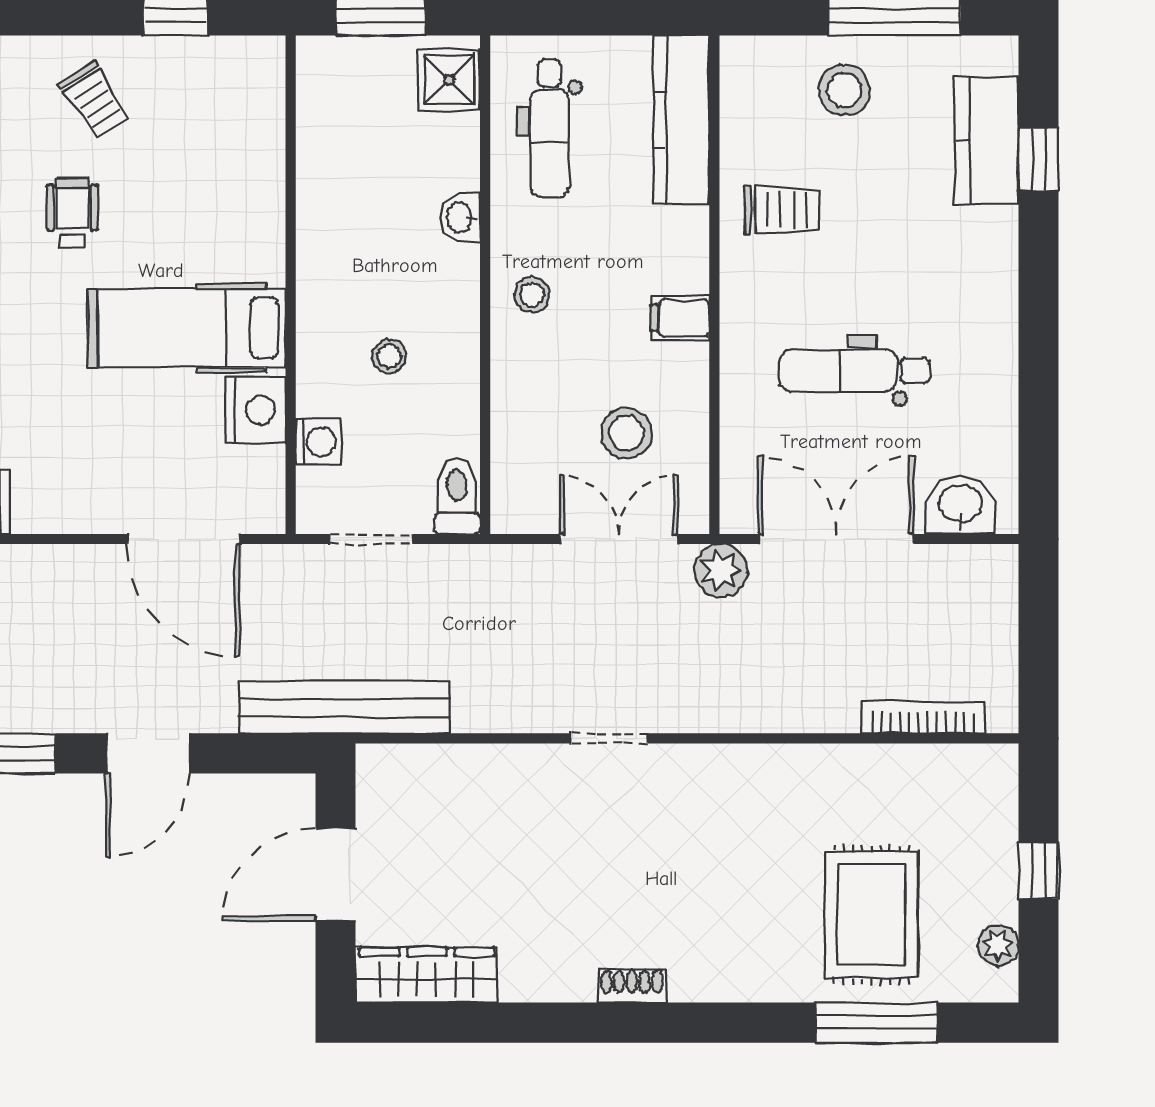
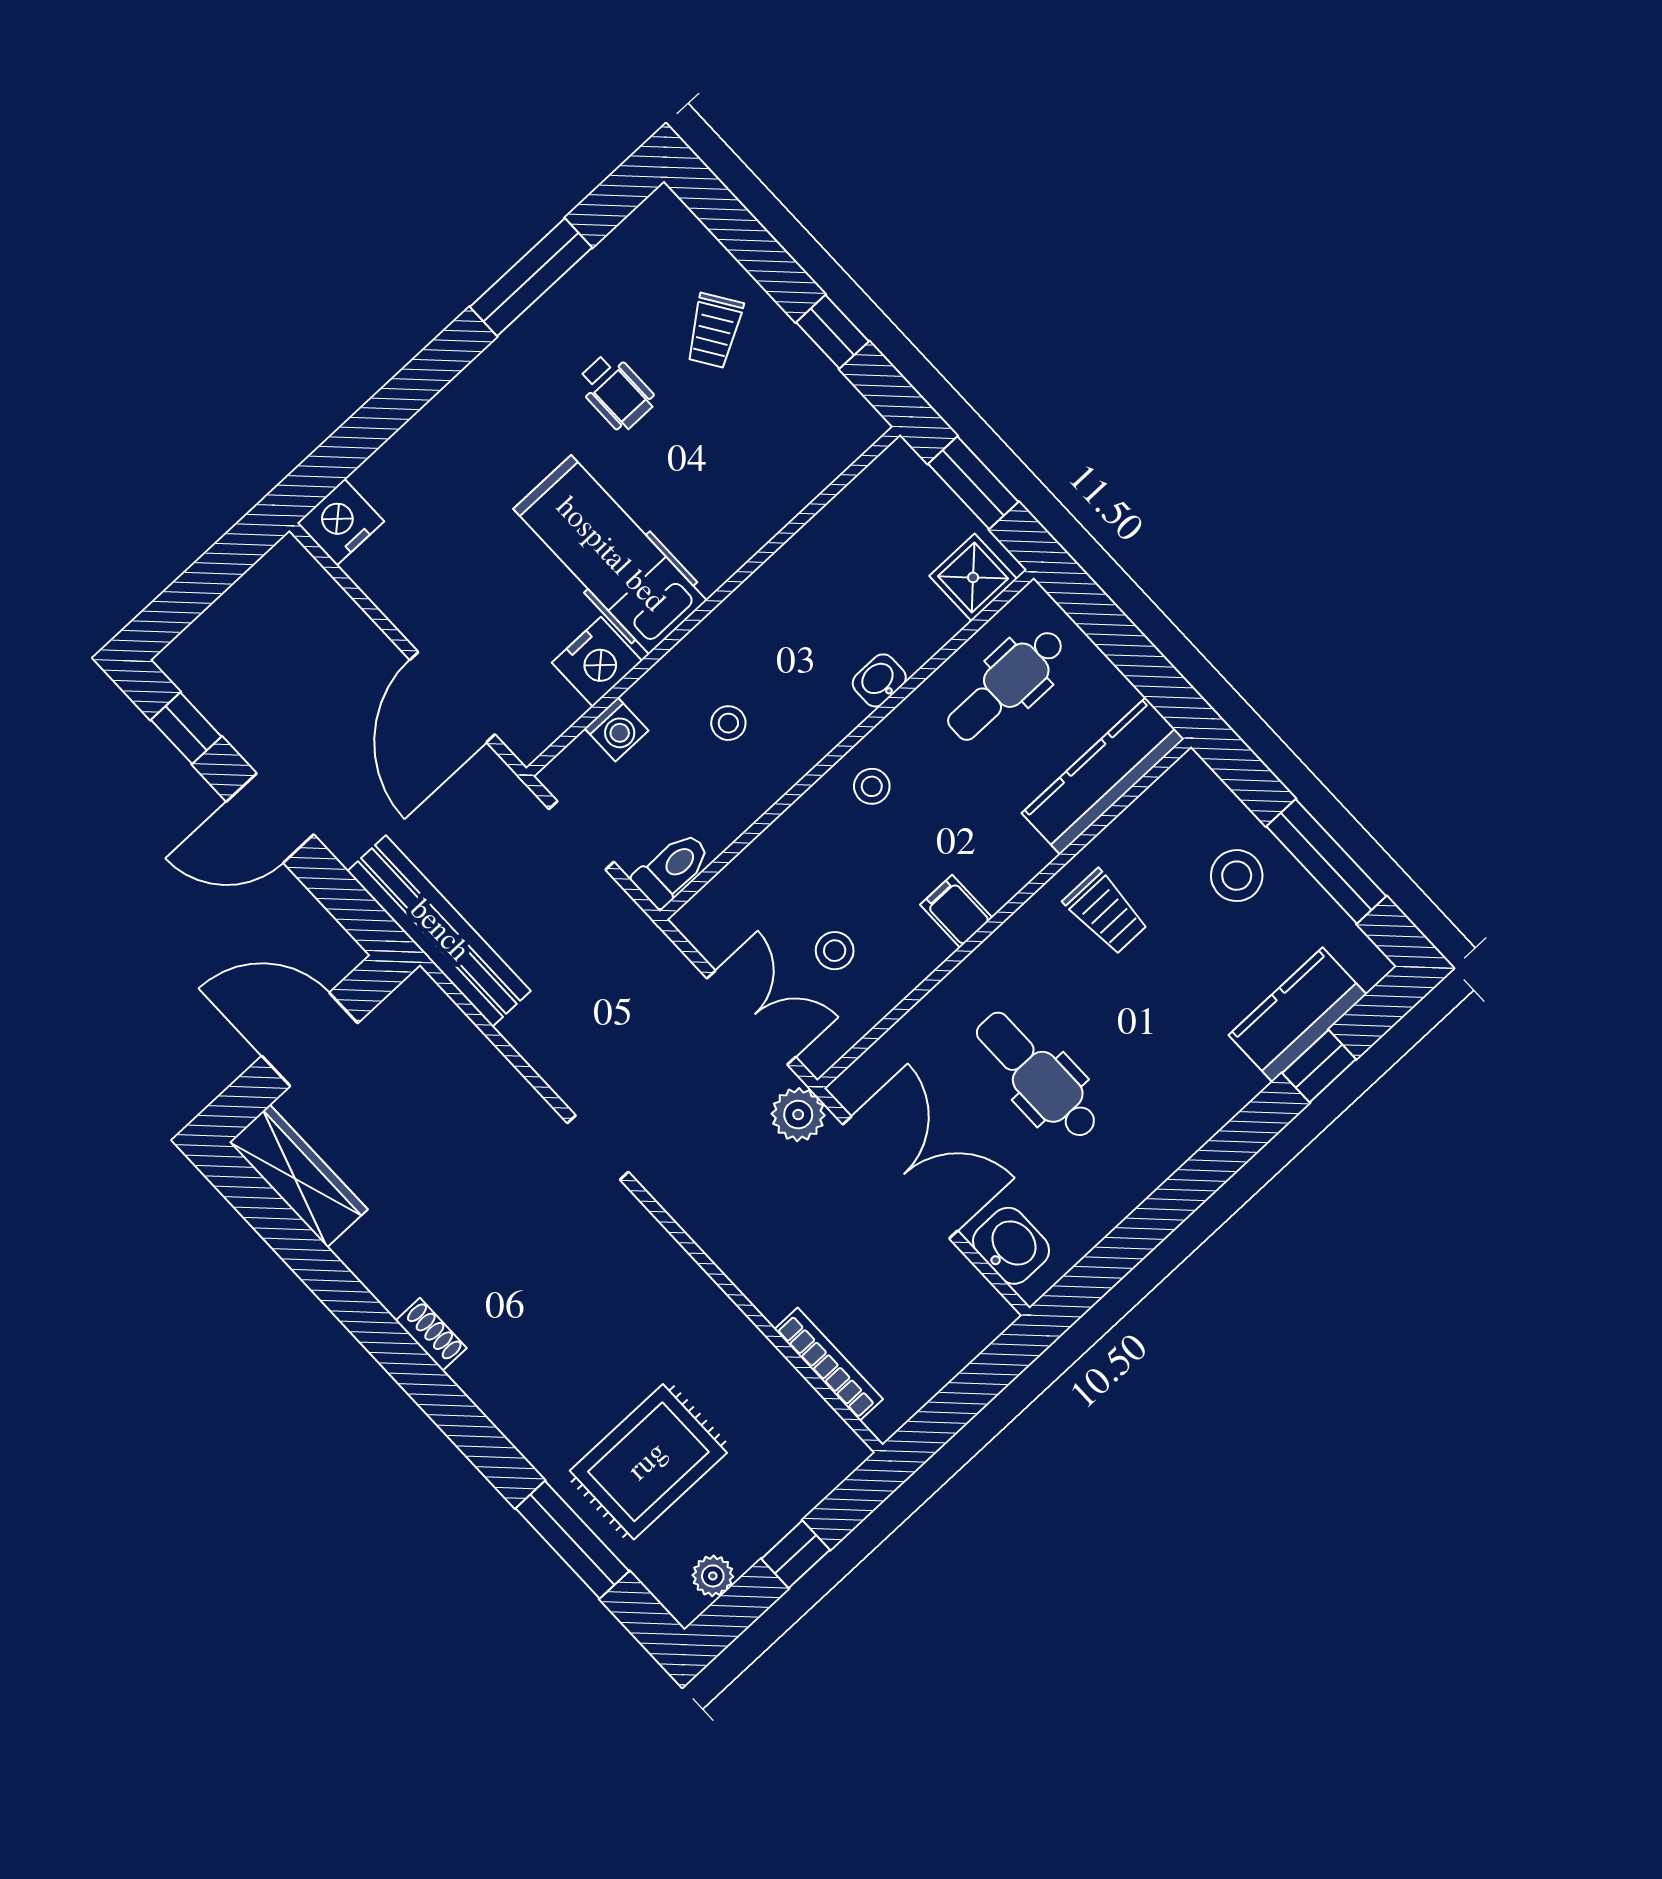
wheelchair: (72, 213) -> (616, 392), turned 90
stool: (626, 433) -> (835, 951), width x0.73, depth x0.73

